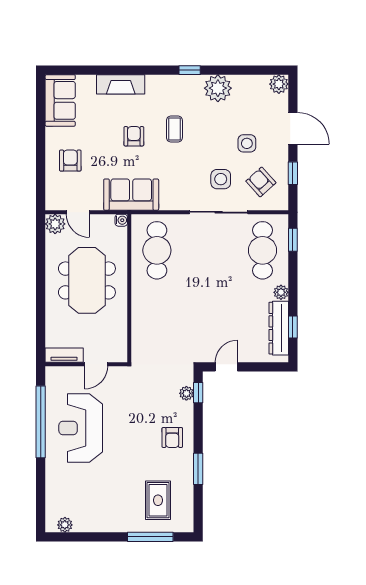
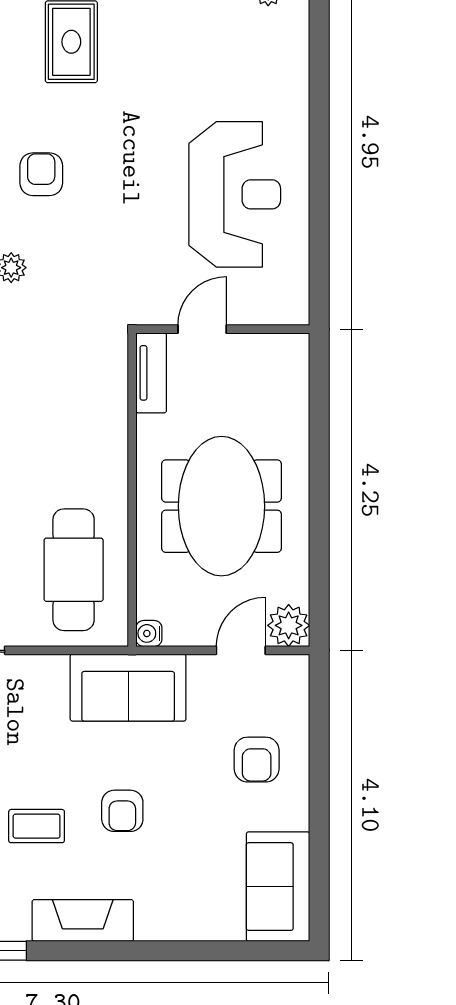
fireplace: (121, 84) -> (83, 920), moved
coffee table: (174, 129) -> (37, 826), turned 90
door: (78, 212) -> (241, 650), hinge flipped
tv unit: (64, 355) -> (151, 373), moved, turned -90
window: (41, 422) -> (319, 207), removed

